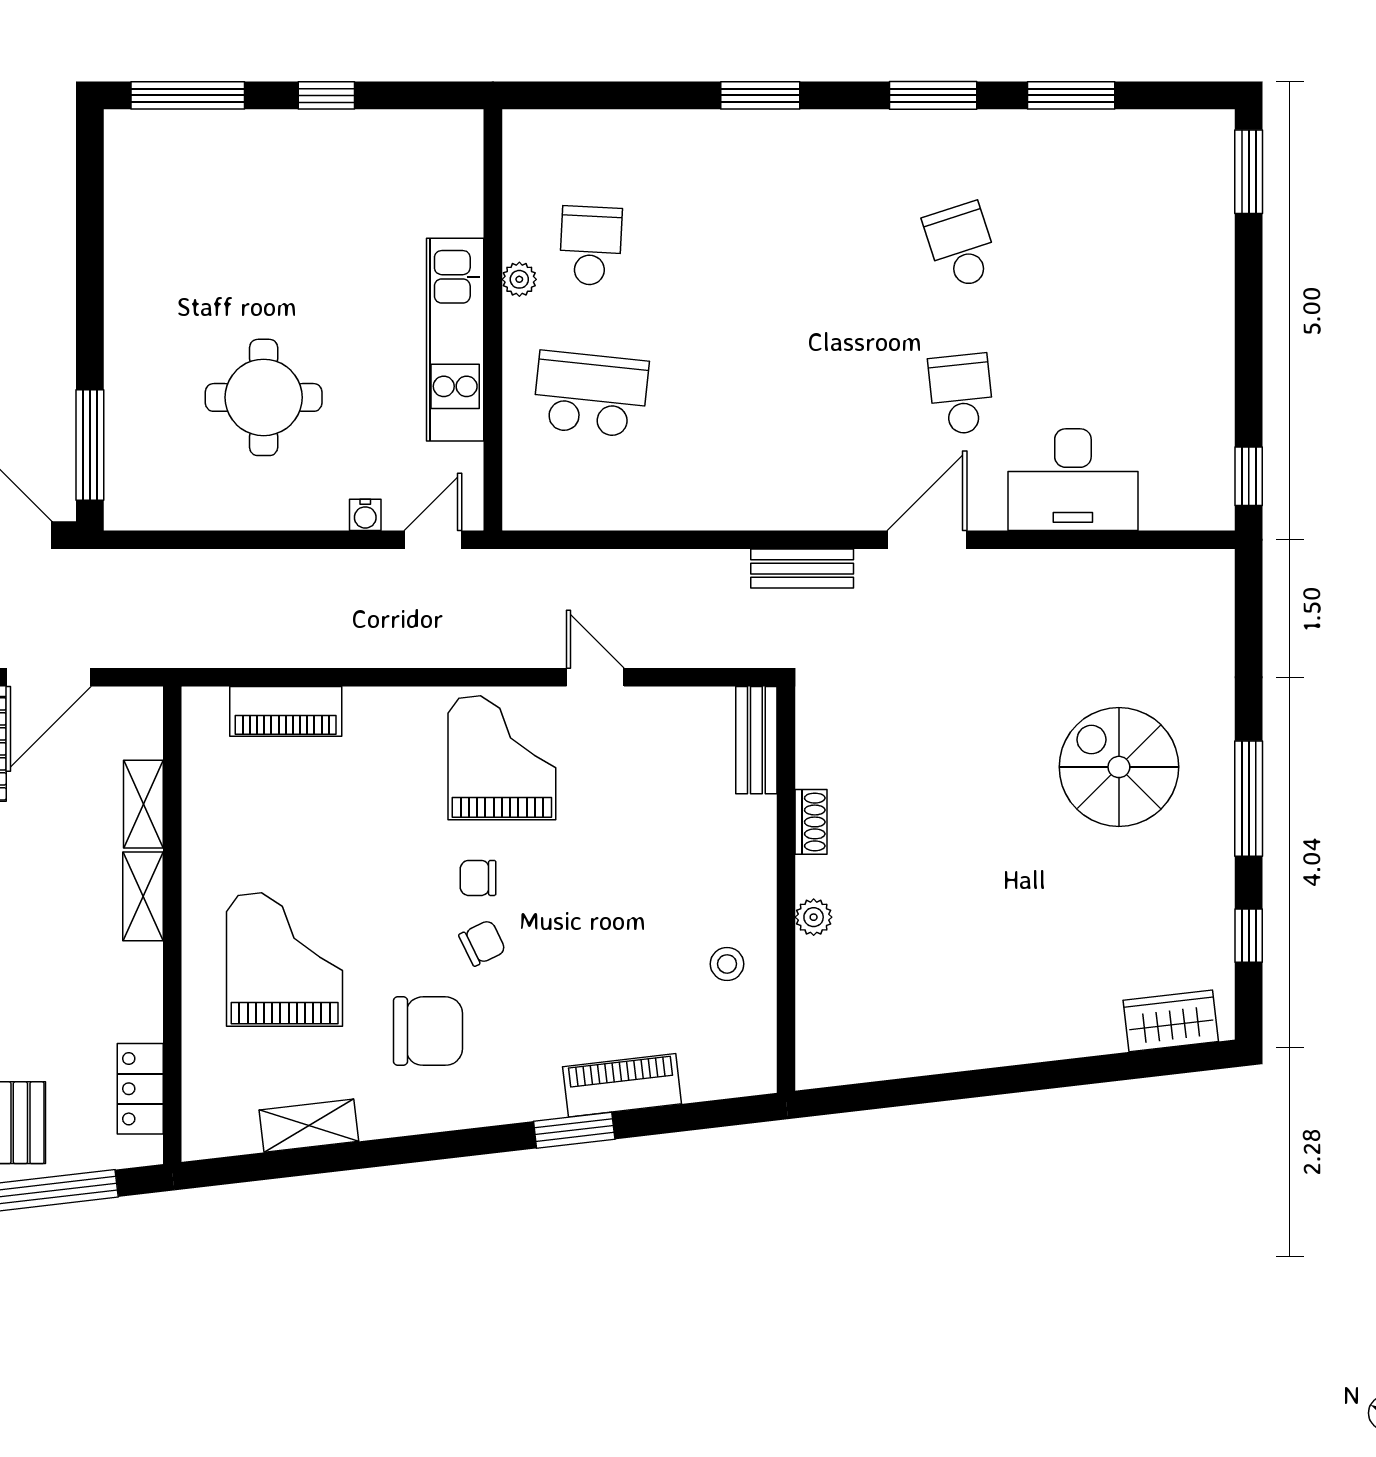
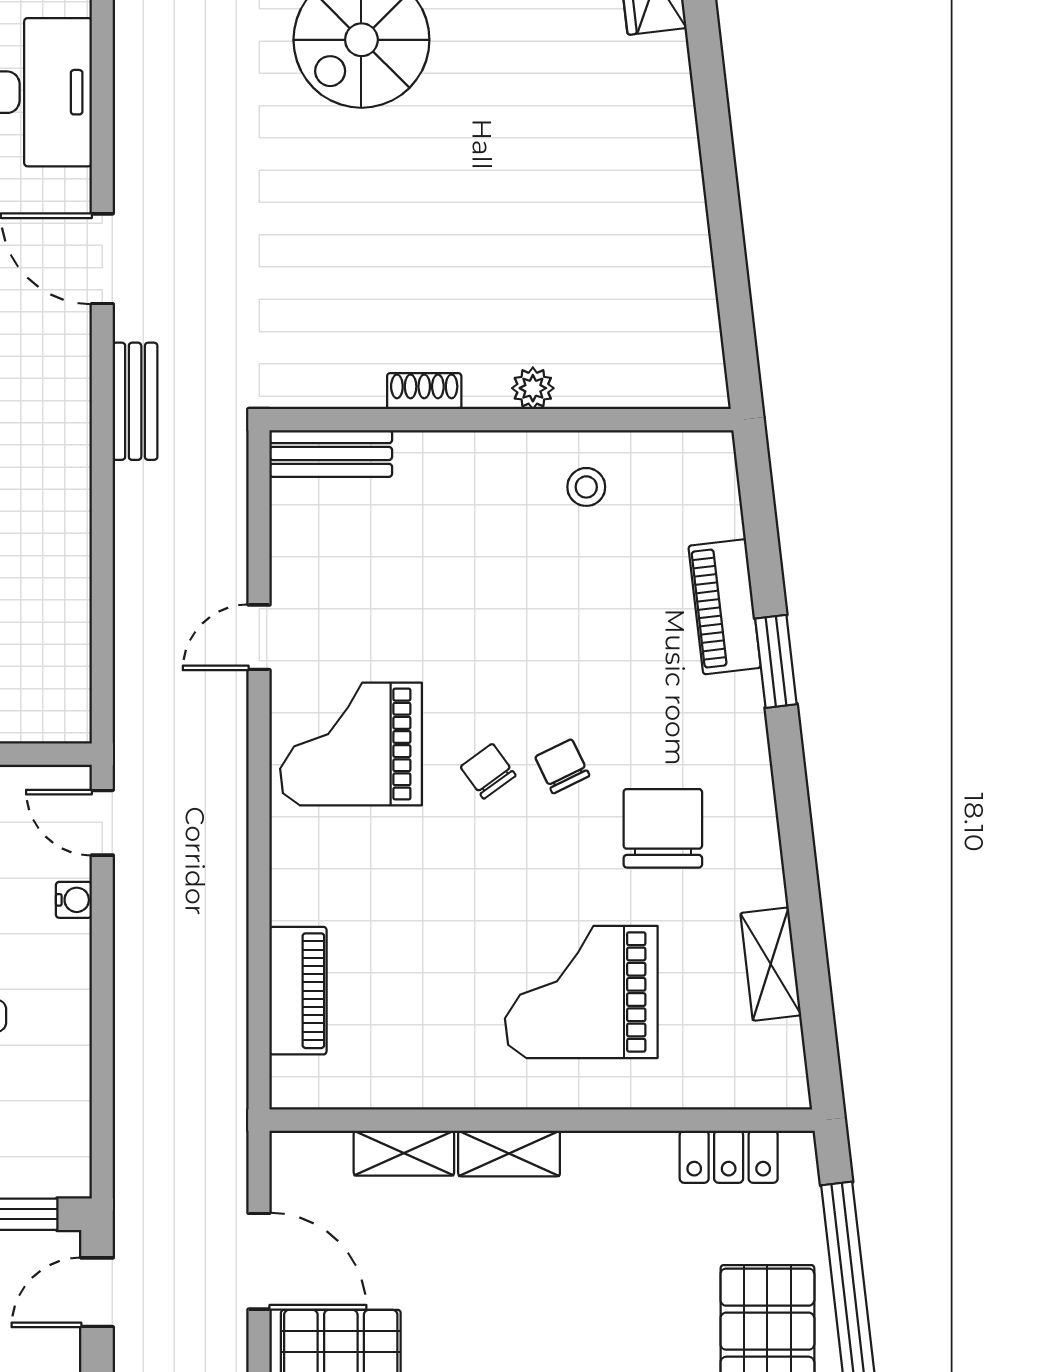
chair: (478, 878) -> (488, 771), turned 144

